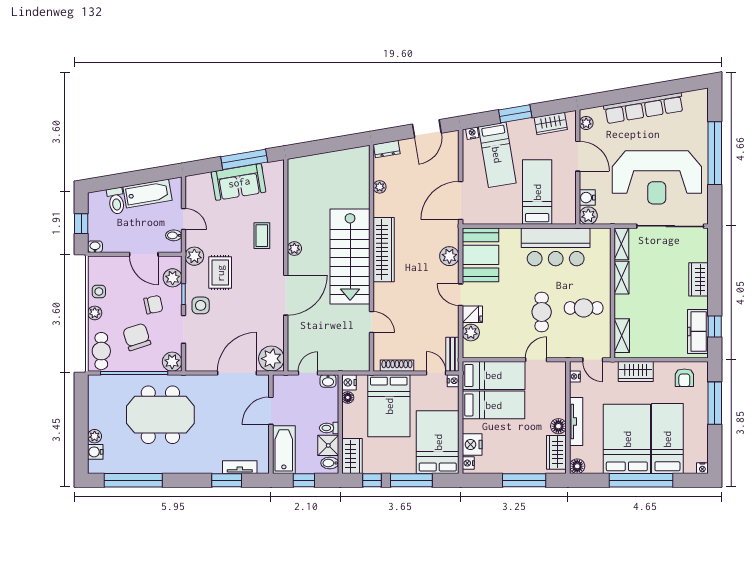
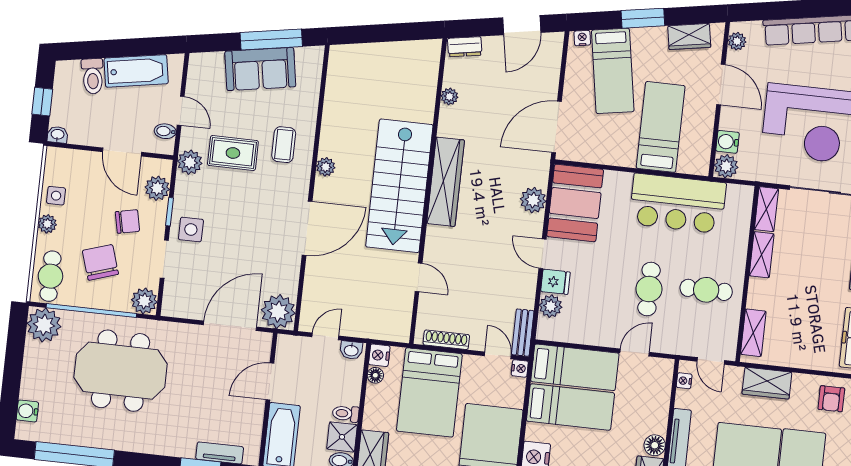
rug: (220, 273) -> (233, 153), moved, turned 90
plant: (95, 436) -> (44, 325), moved, width x1.88, depth x1.88

